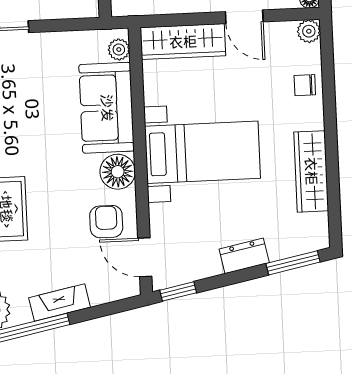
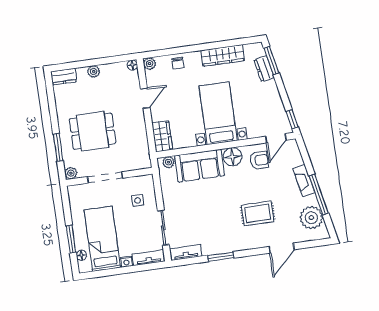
wardrobe: (183, 42) -> (162, 136), width x0.67
armchair: (106, 222) -> (259, 160), turned 180
dresser: (244, 256) -> (264, 69), moved

